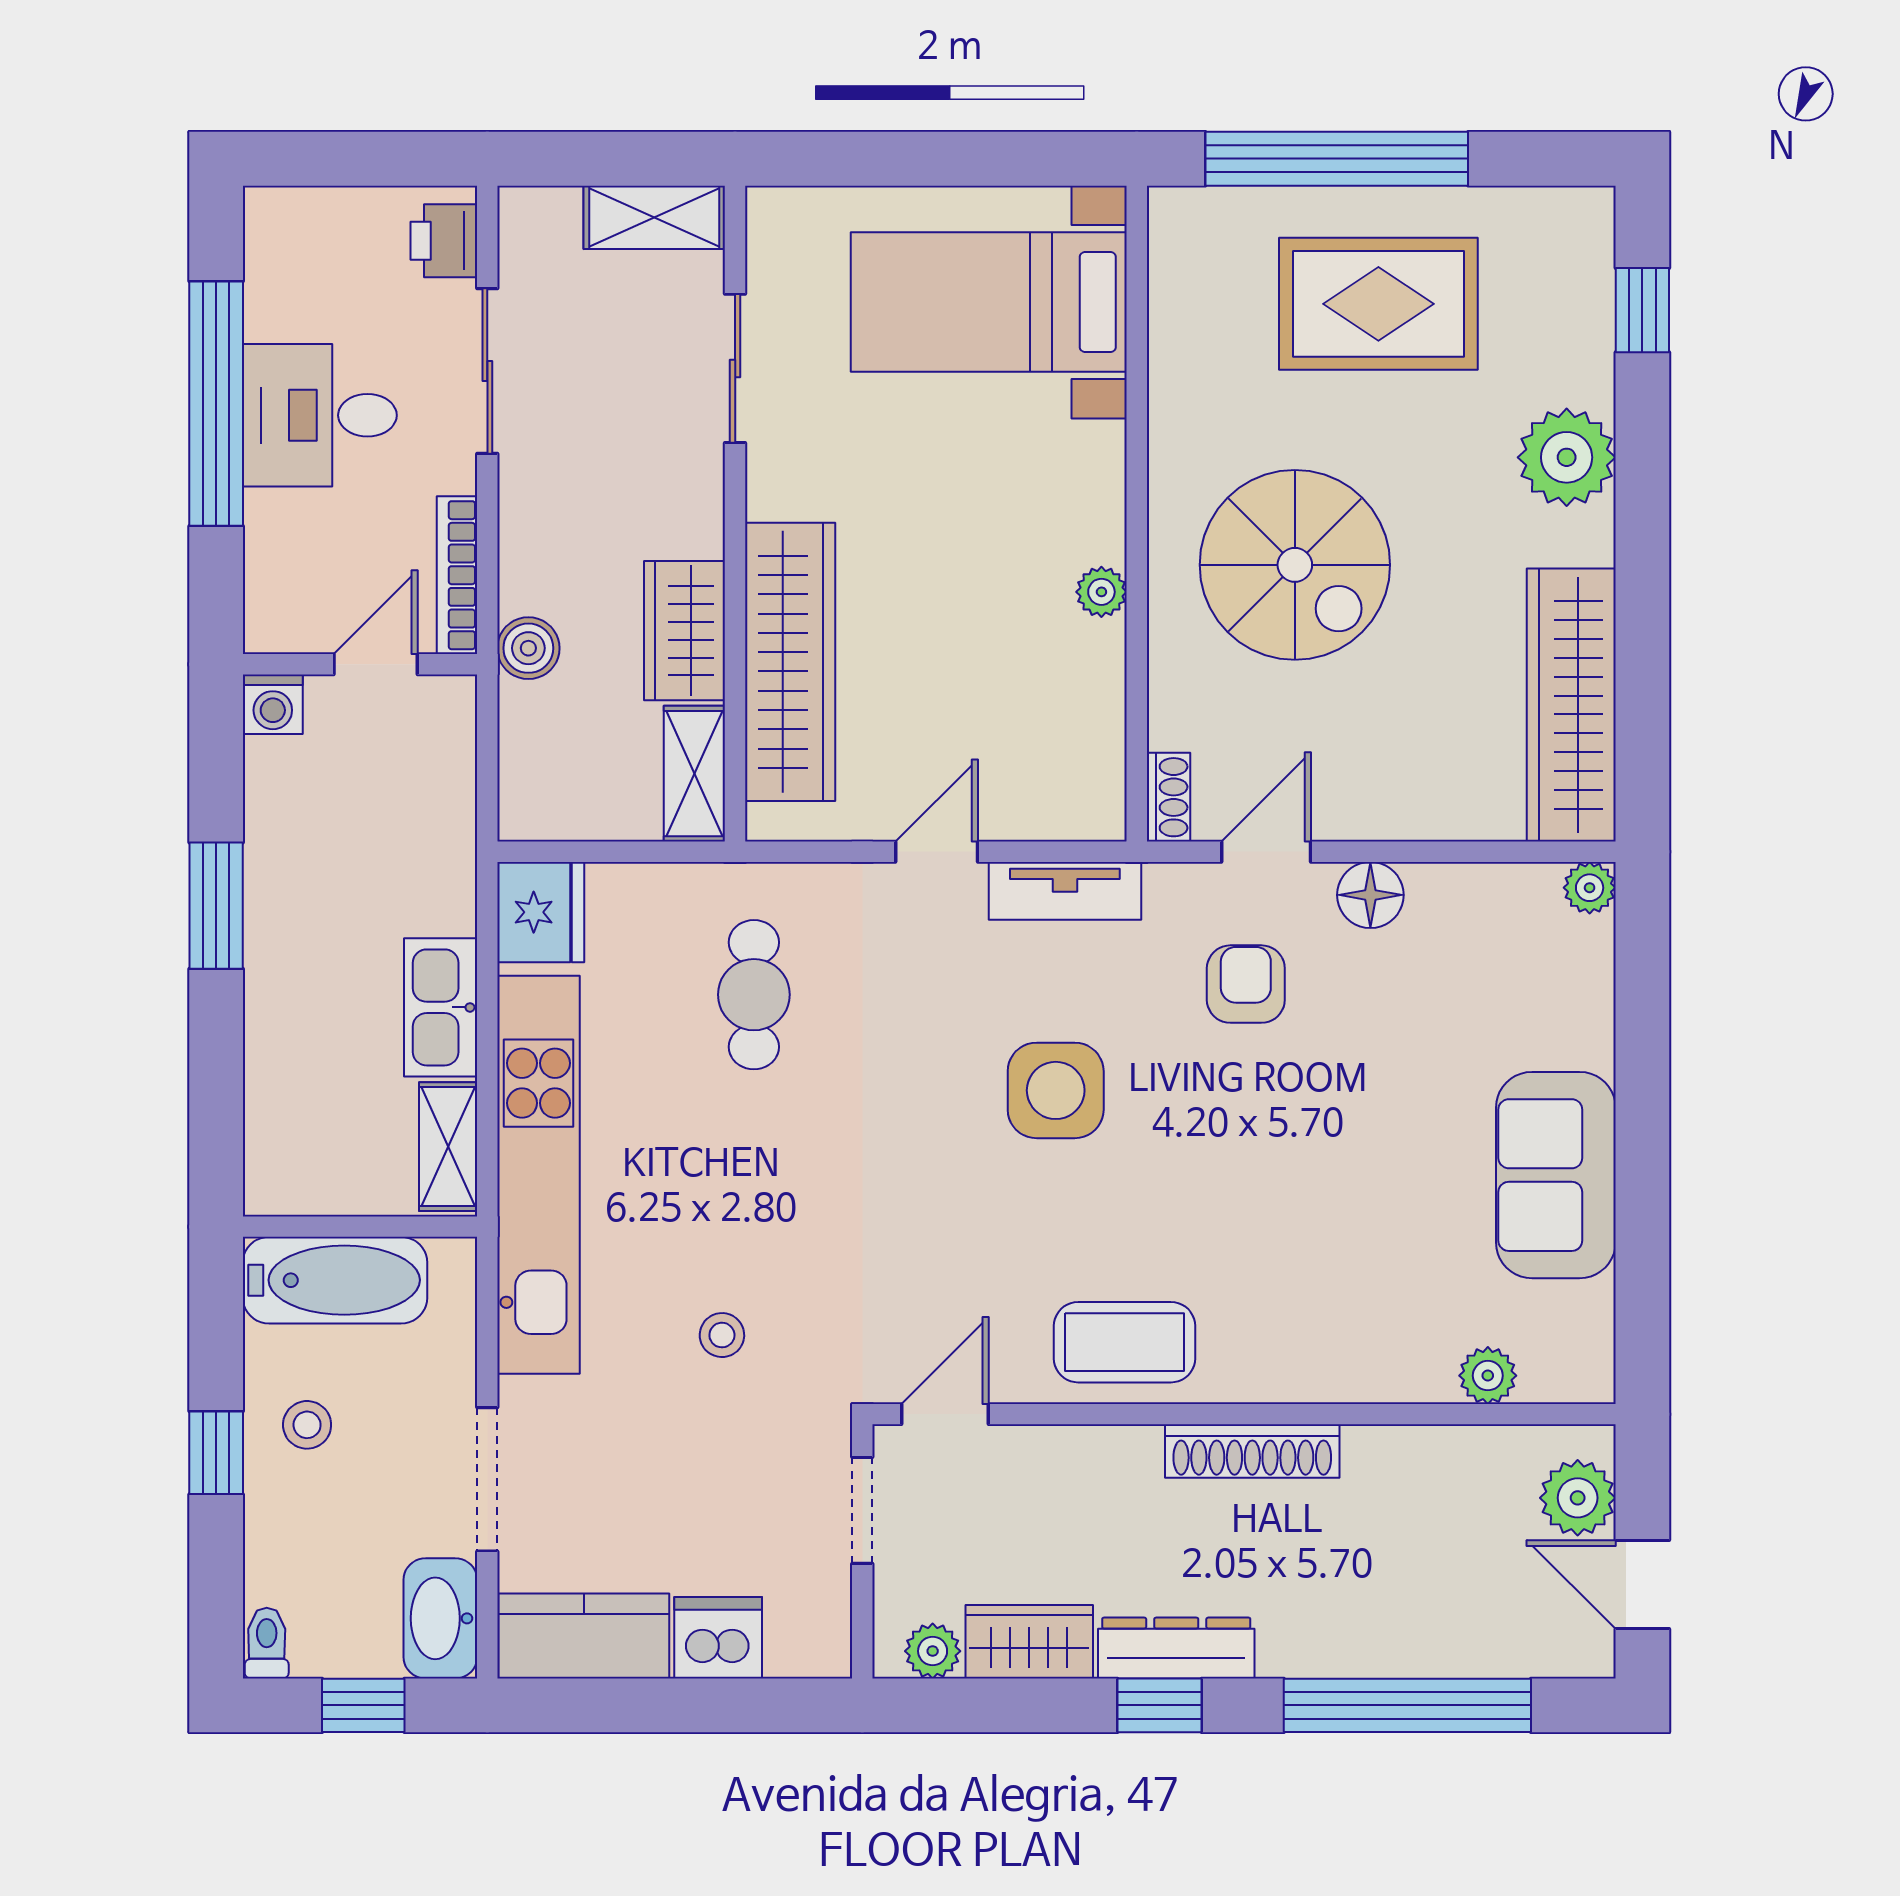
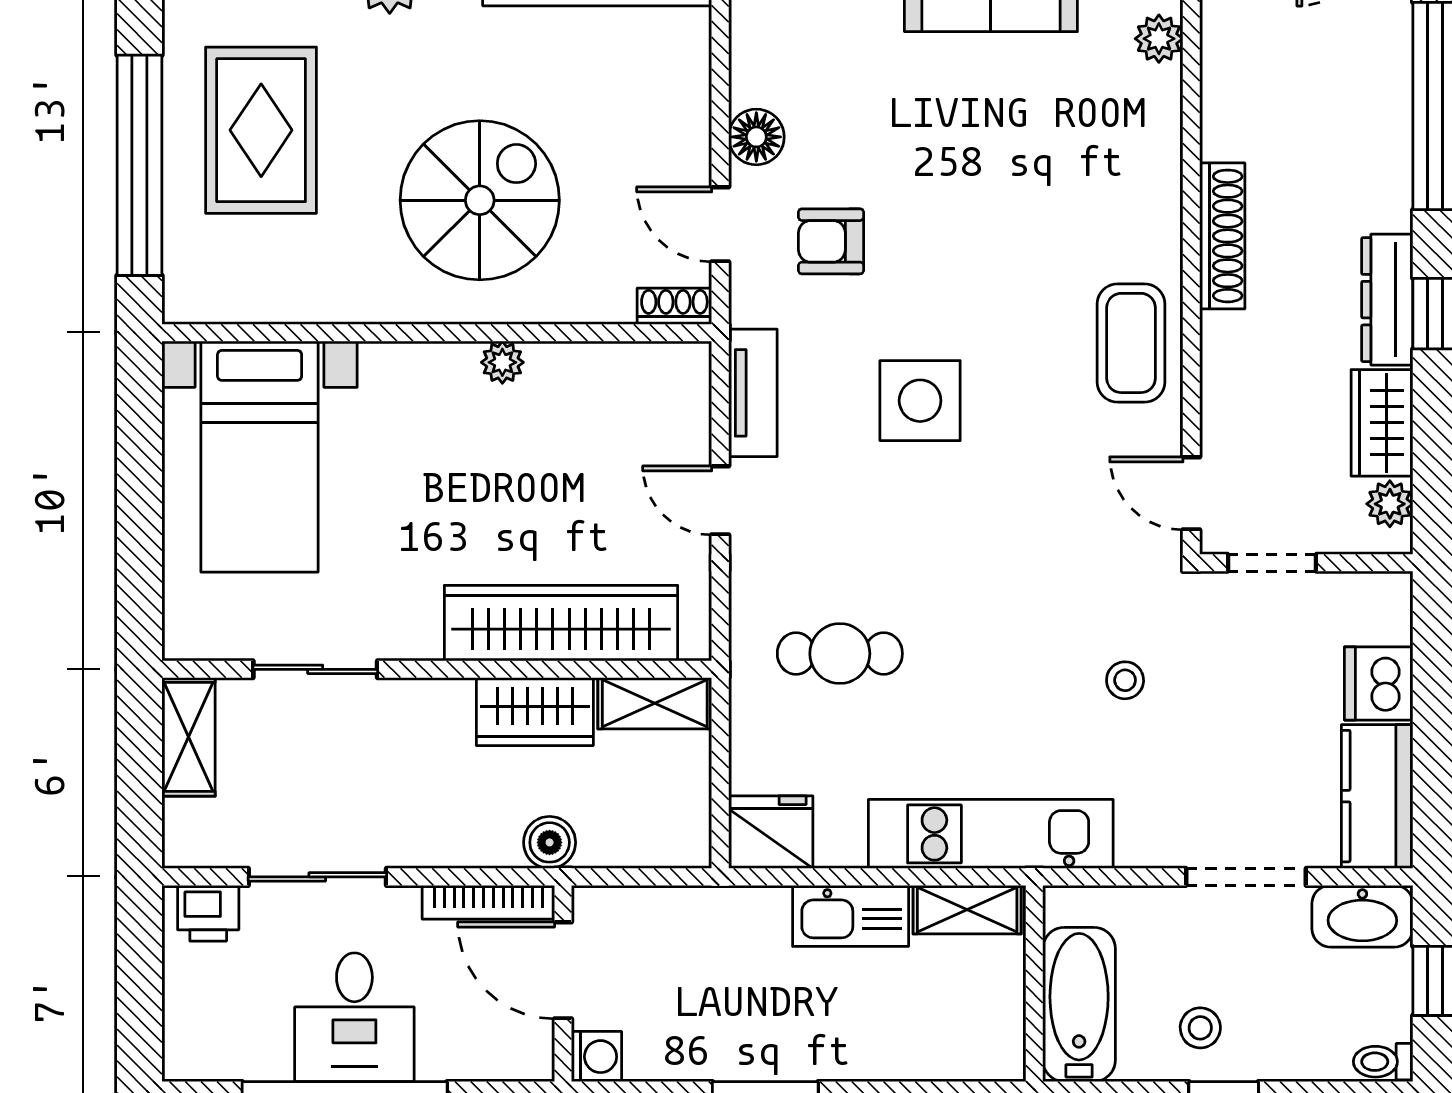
door: (376, 664) -> (563, 970), width x1.38
kitchen unit: (538, 1175) -> (991, 834), width x0.73

